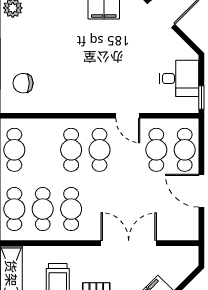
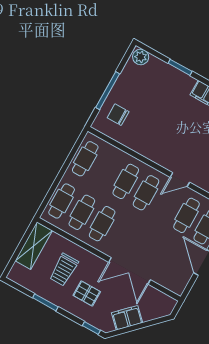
door: (128, 116) -> (180, 180), hinge flipped
double door: (129, 243) -> (130, 271), swing flipped

